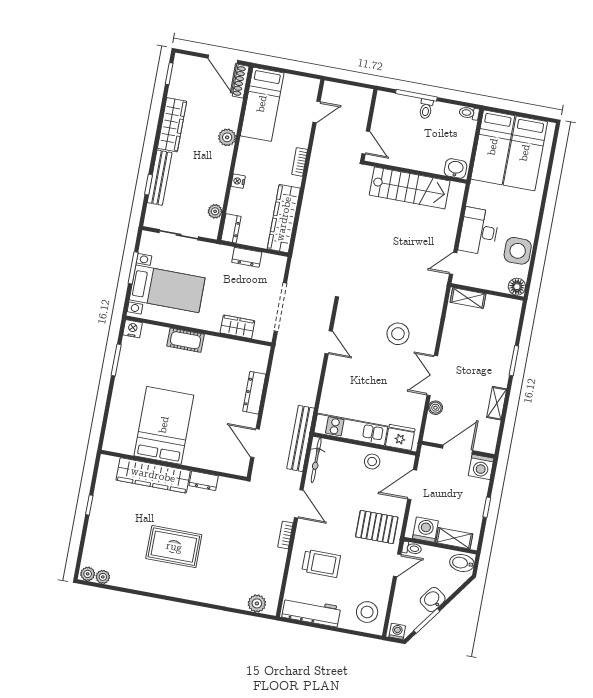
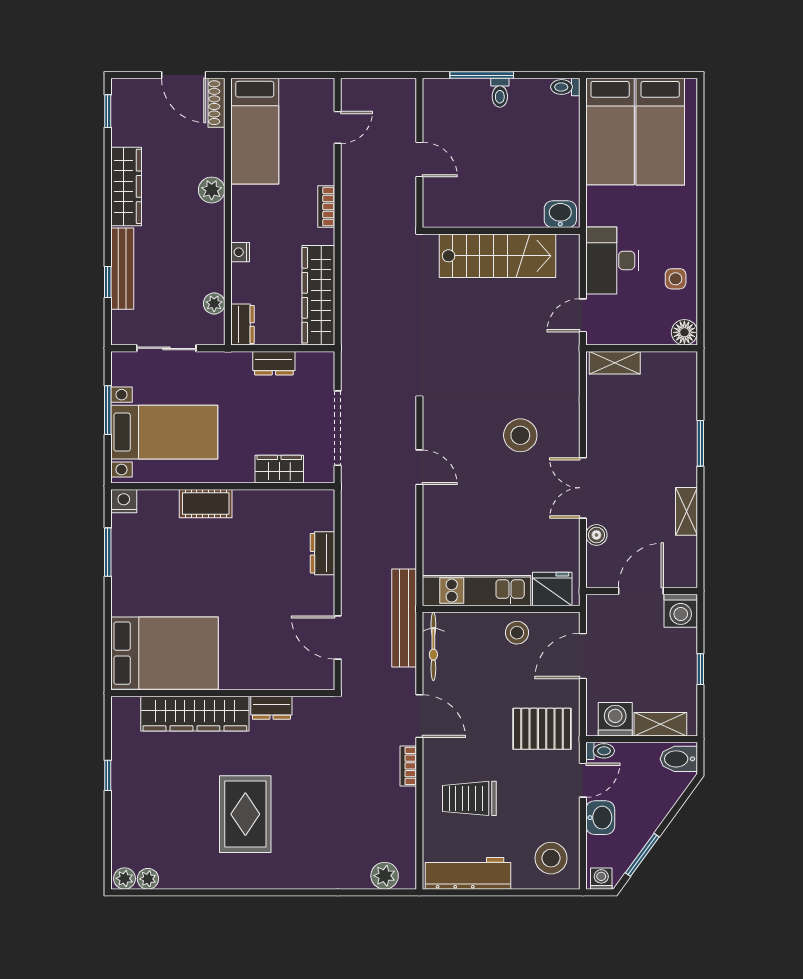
washbasin: (456, 168) -> (560, 214), moved
wall: (415, 172) -> (501, 231), moved
stairs: (410, 188) -> (497, 256), moved
side table: (518, 251) -> (676, 279), width x0.54, depth x0.54
dresser: (254, 393) -> (322, 553), width x0.70
bed: (164, 425) -> (165, 653), moved, turned 90
rug: (174, 547) -> (245, 814), turned 90
trolley: (321, 563) -> (469, 798), turned 180
washbasin: (433, 600) -> (600, 818), moved, turned 144

